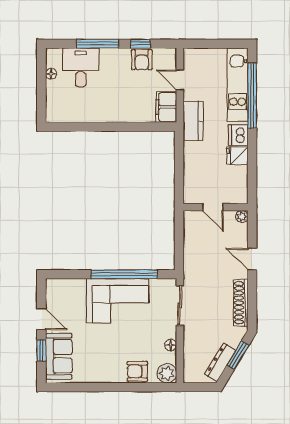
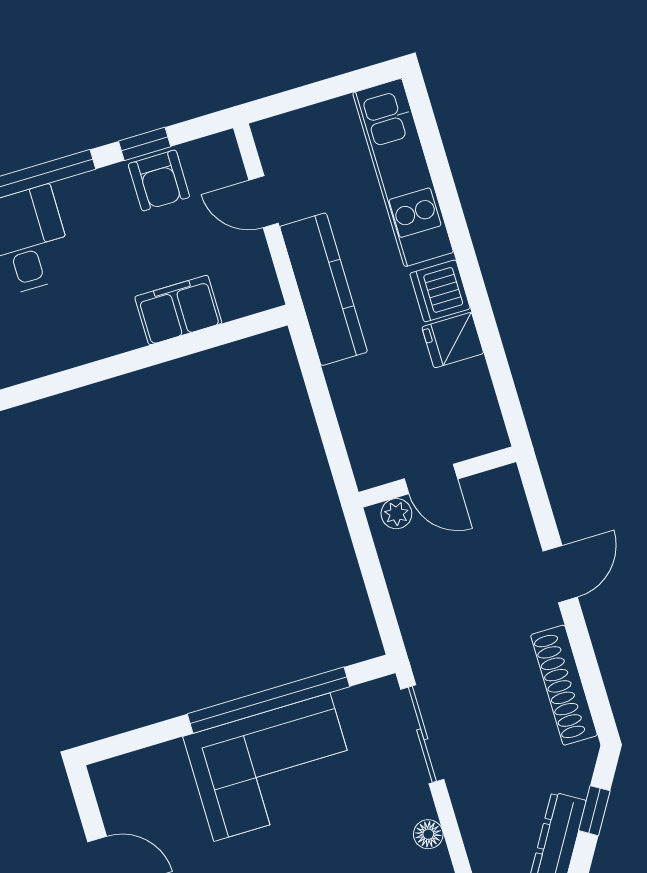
window: (252, 96) -> (445, 188), removed
filing cabinet: (166, 107) -> (178, 310), moved, turned 90
kitchen counter: (193, 121) -> (324, 289), width x1.50
plant: (242, 217) -> (396, 514), moved
door: (252, 259) -> (560, 574), swing flipped
window: (238, 355) -> (594, 811), width x0.67

